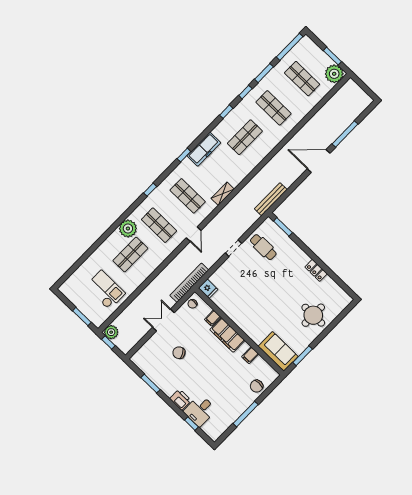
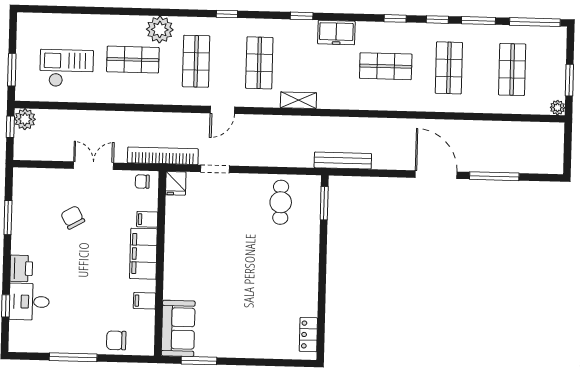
plant: (334, 74) -> (557, 108), width x0.53, depth x0.53
freezer: (204, 149) -> (336, 33), width x0.71
doorway: (233, 248) -> (215, 169), moved
locker: (316, 270) -> (308, 335), moved
checkout: (105, 290) -> (67, 68), turned -90
round table: (313, 315) -> (256, 330), removed

